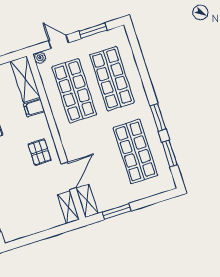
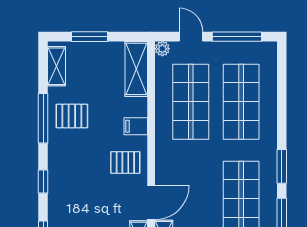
window: (93, 31) -> (237, 37), width x1.44
filing cabinet: (34, 108) -> (136, 126), moved
pallet: (40, 152) -> (125, 162), turned 90

